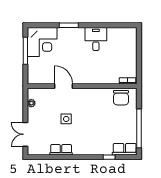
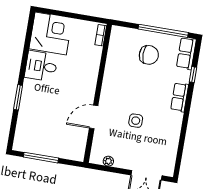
corner desk: (42, 42) -> (51, 34), moved
chair: (121, 98) -> (149, 55), moved
row of seats: (61, 150) -> (180, 97), moved

